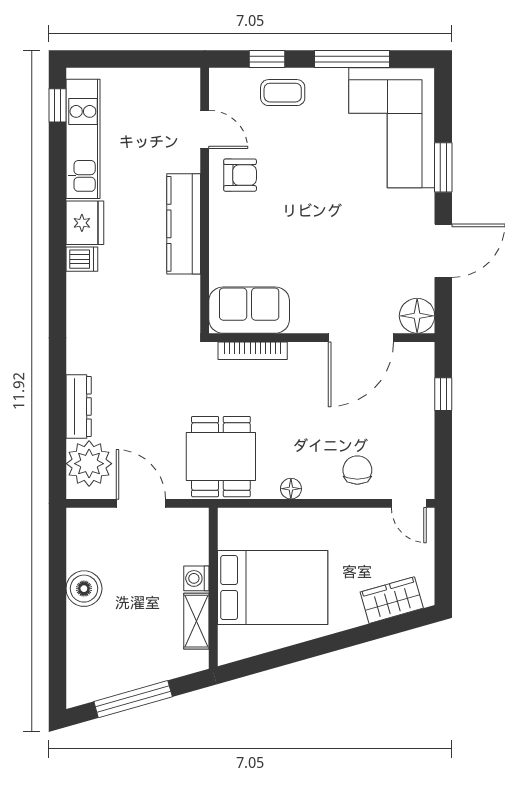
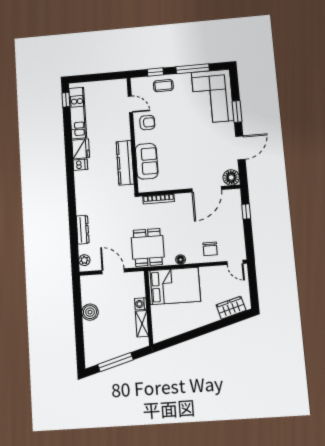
kitchen counter: (184, 224) -> (125, 163), moved
sofa: (249, 310) -> (147, 161), moved, turned 90
plant: (89, 464) -> (84, 260), width x0.53, depth x0.53
chair: (357, 470) -> (210, 249), turned 180
bed: (273, 588) -> (174, 286), moved

